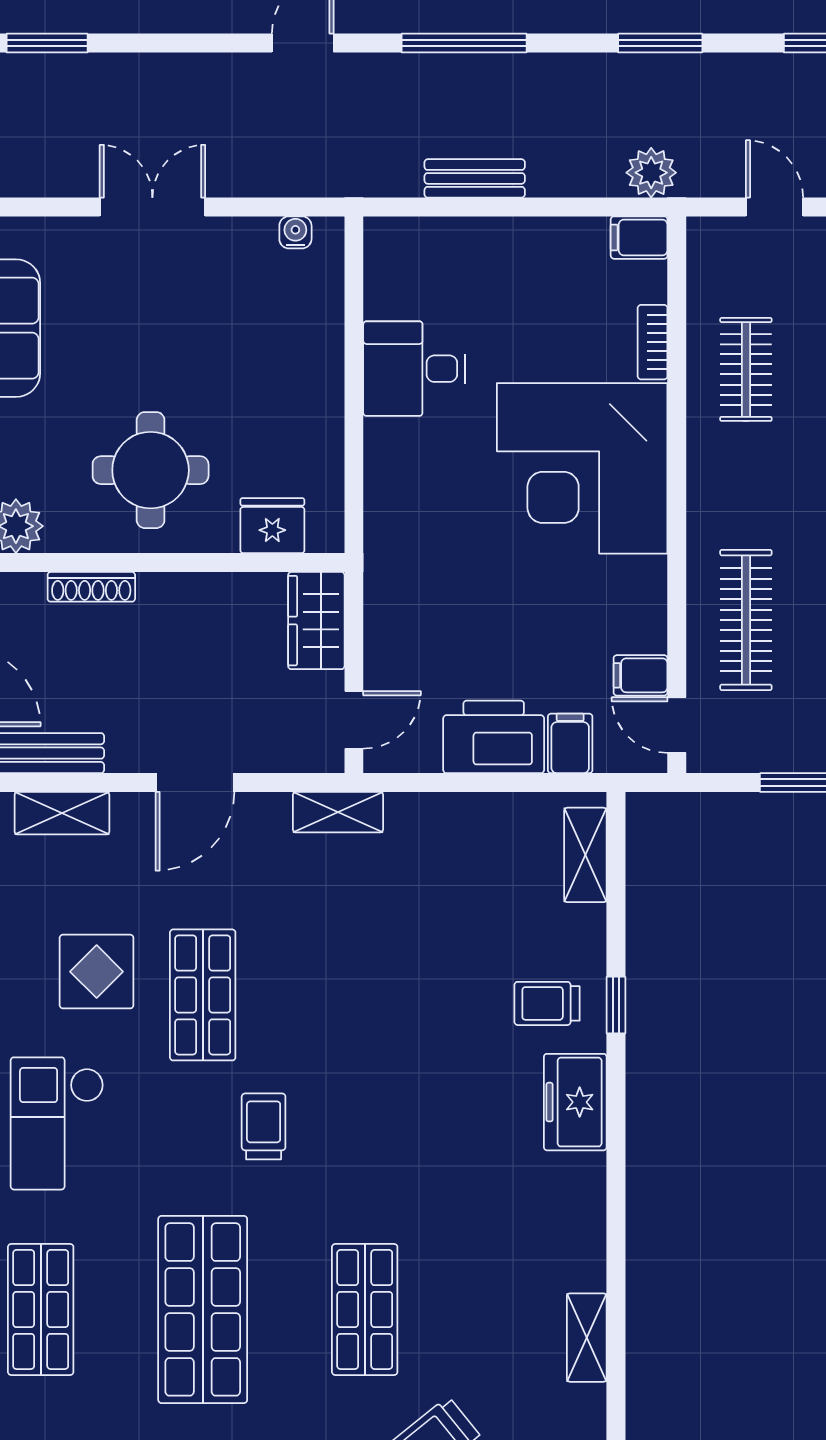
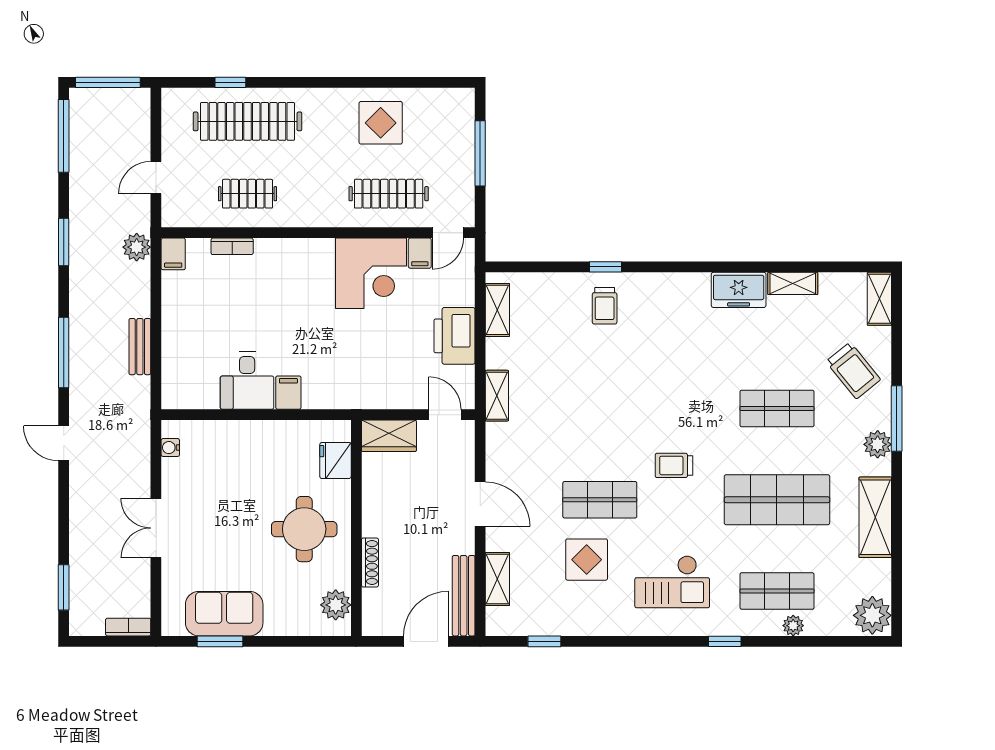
corner desk: (582, 468) -> (371, 273), moved, width x0.74, depth x0.74
filing cabinet: (570, 743) -> (288, 393), moved, turned 90
shelving: (338, 812) -> (497, 396), moved
shelving: (585, 855) -> (497, 310), moved, turned 90
freezer: (575, 1102) -> (739, 290), moved

